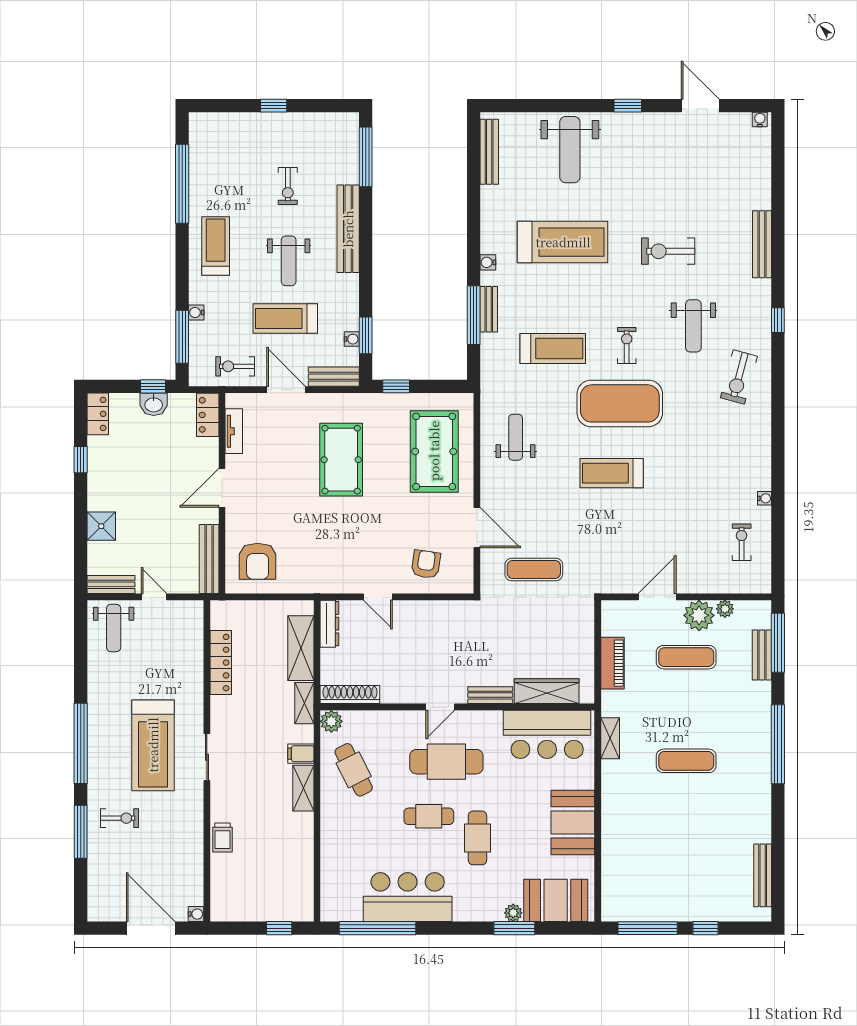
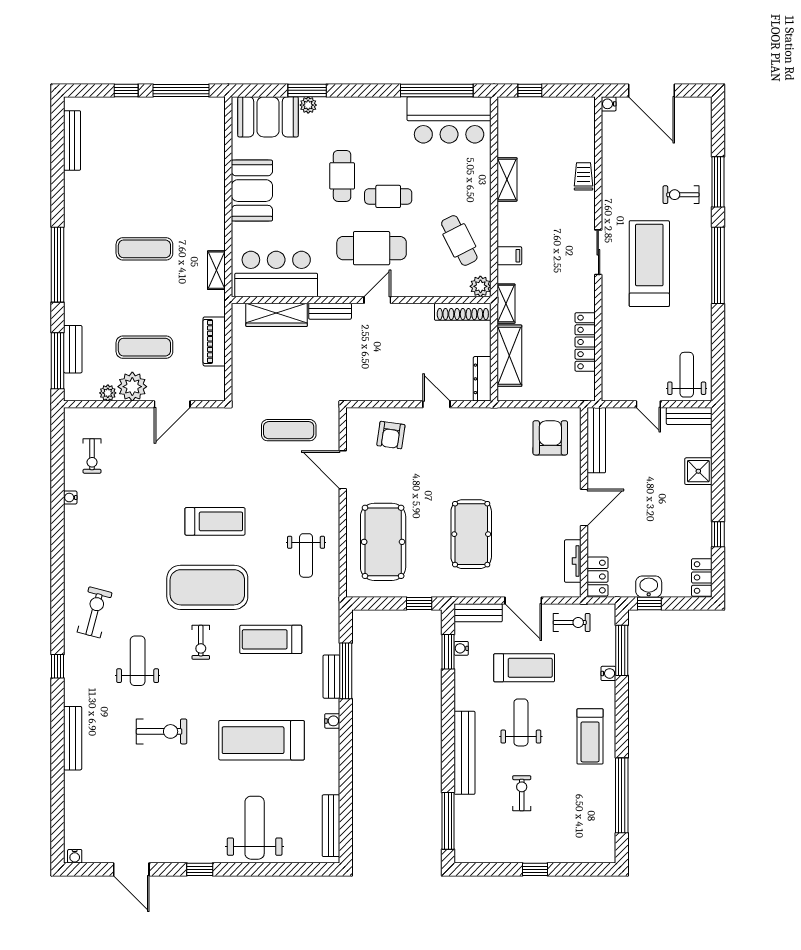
shelving: (303, 788) -> (507, 179), moved
bar counter: (408, 897) -> (449, 120), moved

